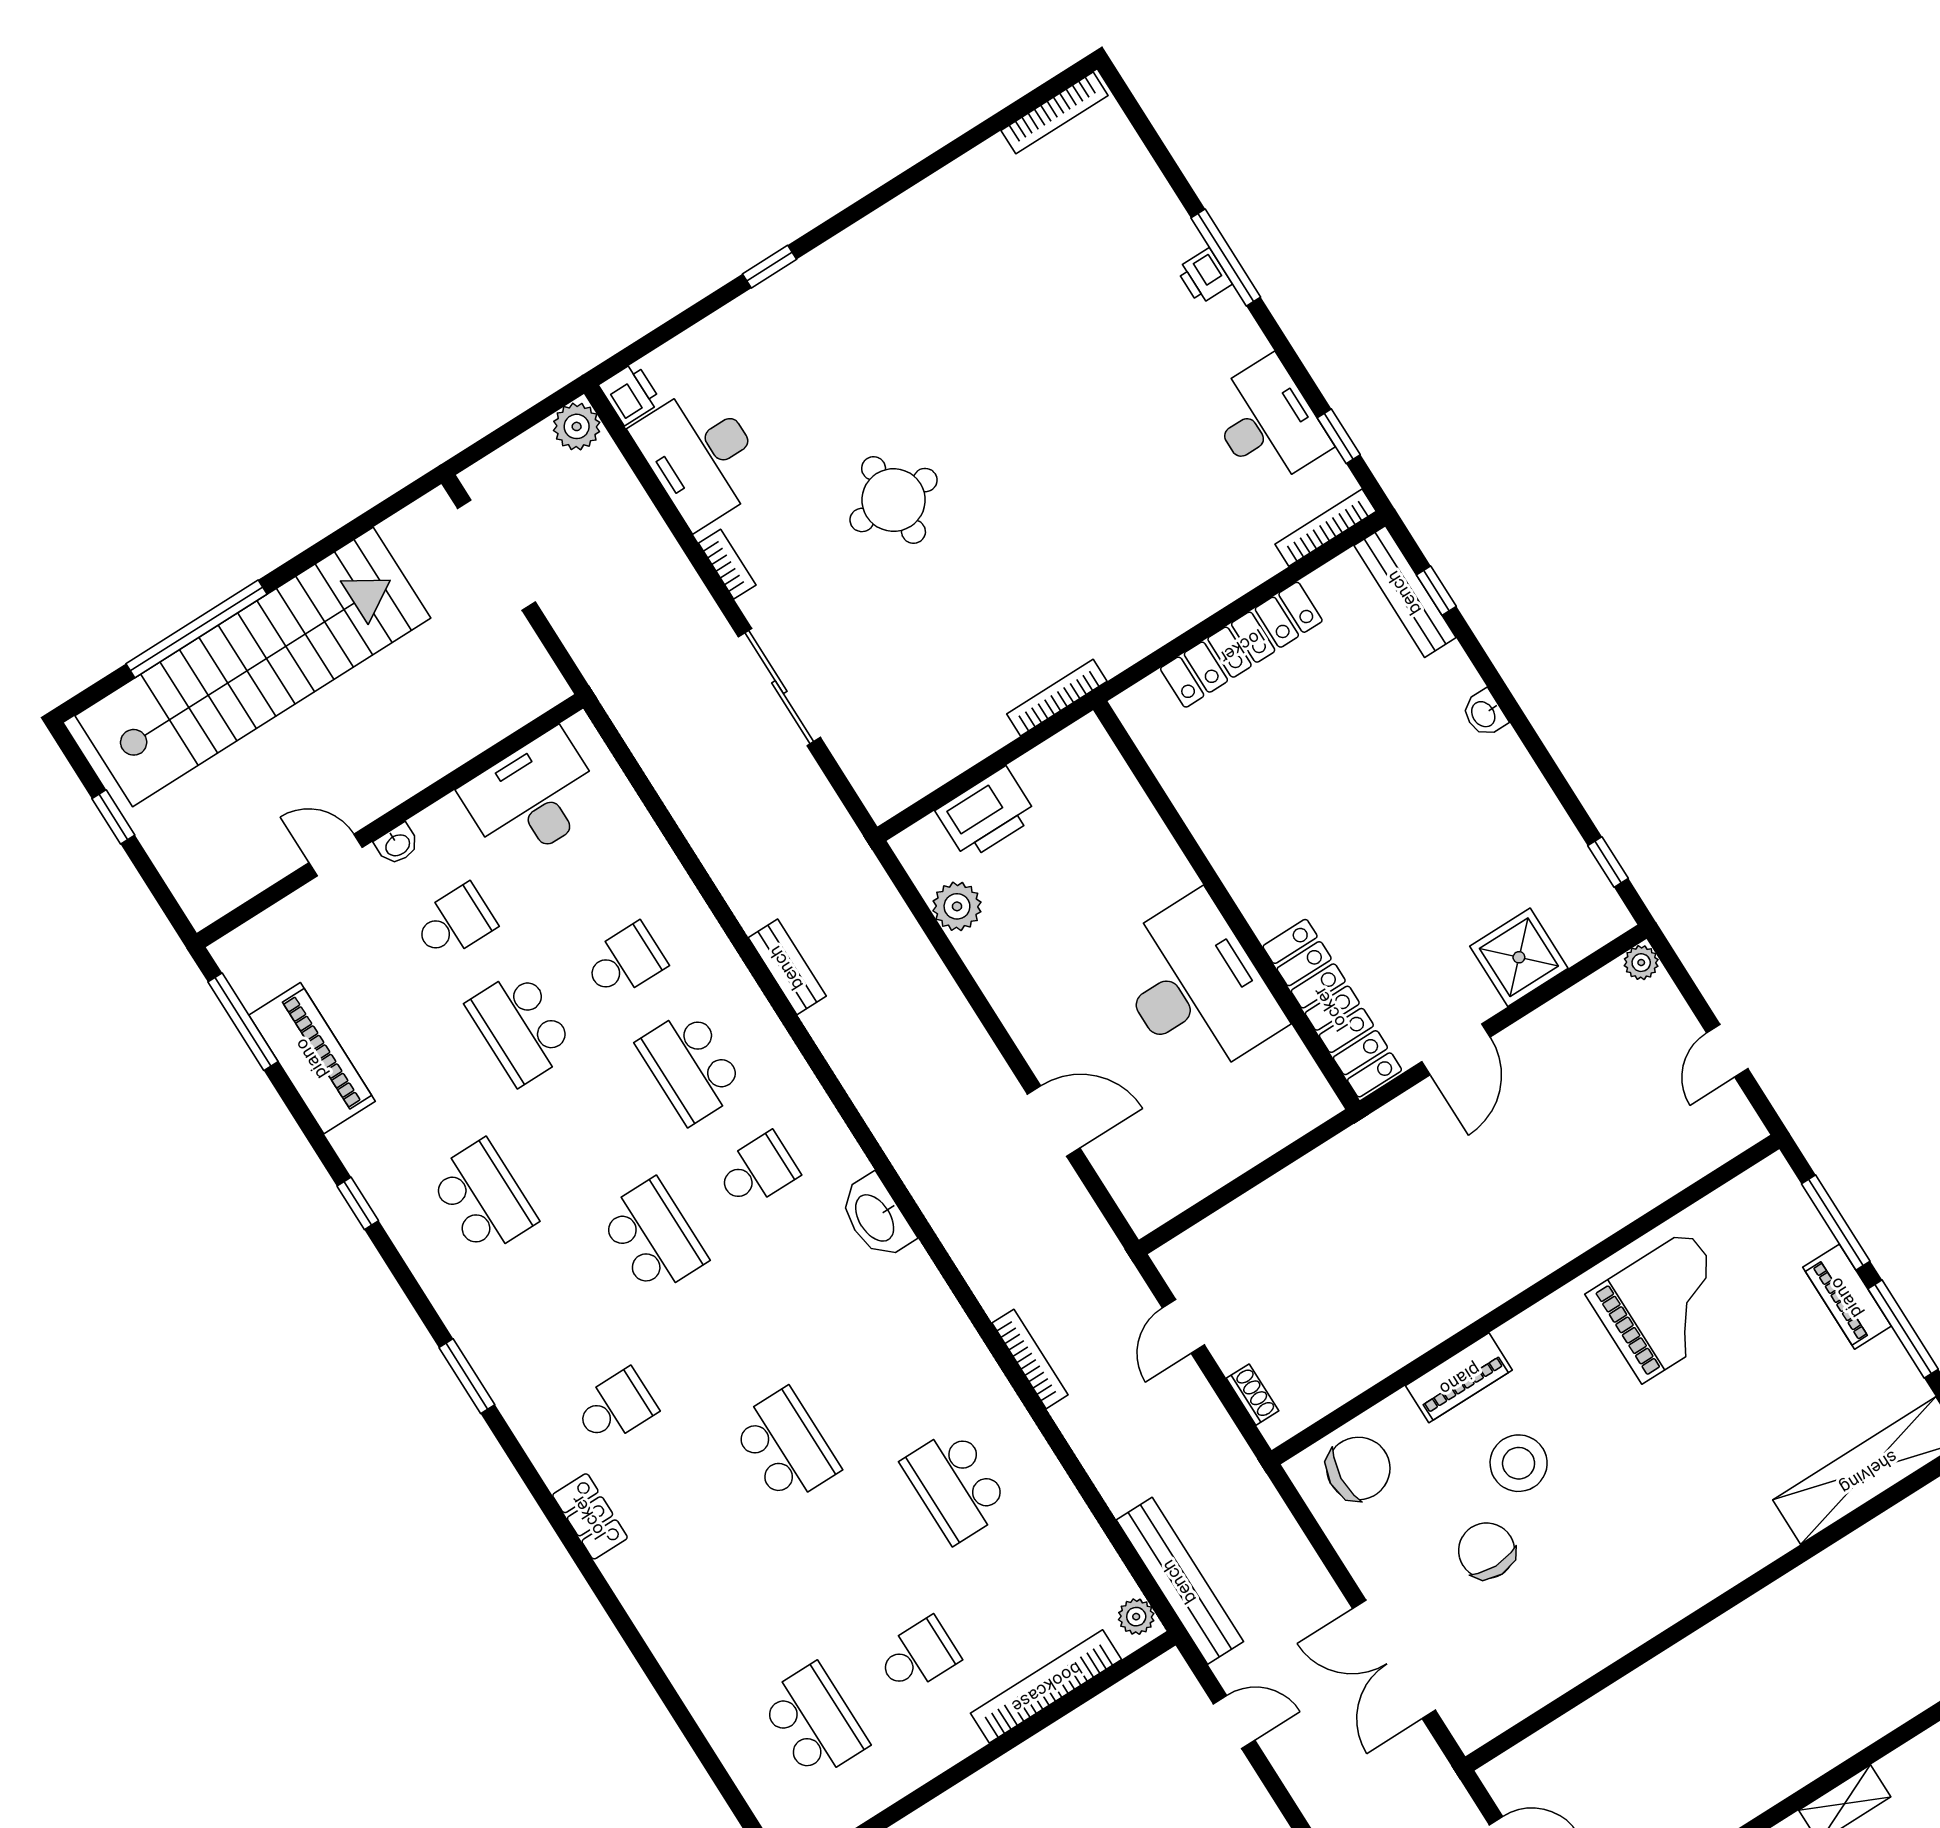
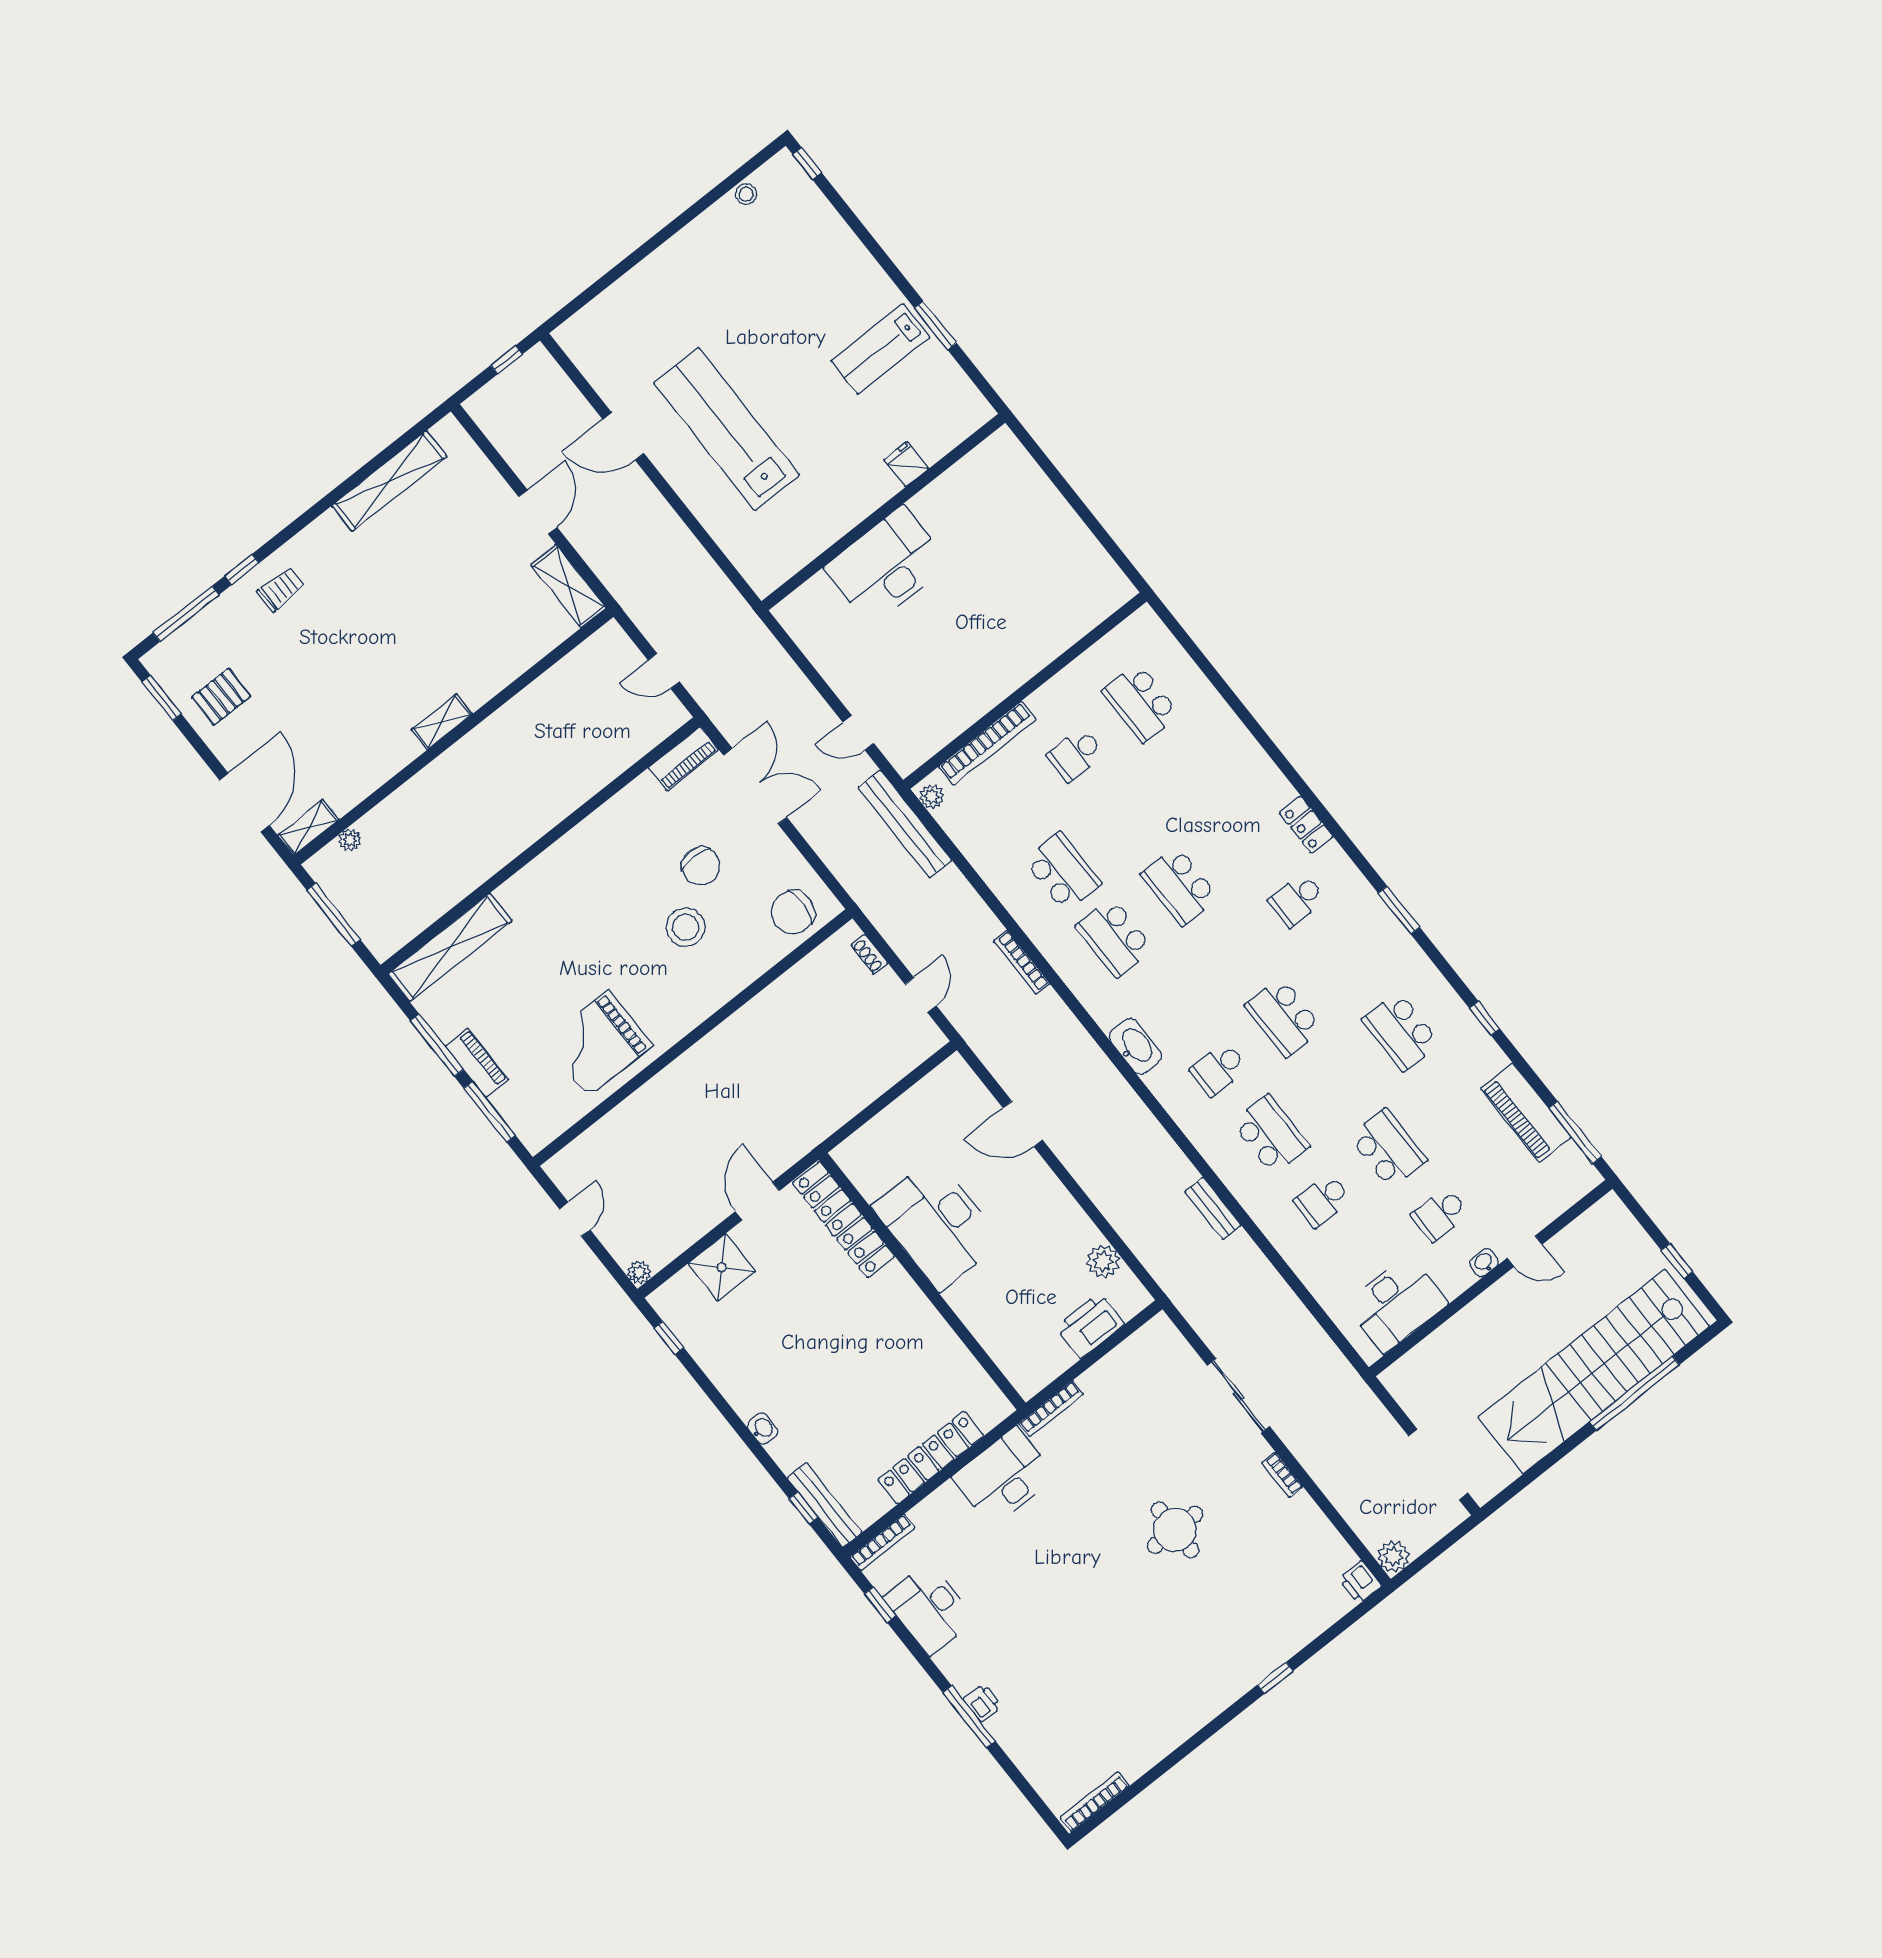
desk: (701, 455) -> (1004, 1477), moved, turned -90
piano: (1459, 1378) -> (683, 759), moved, turned 180
school desk: (889, 1381) -> (1114, 938), added

